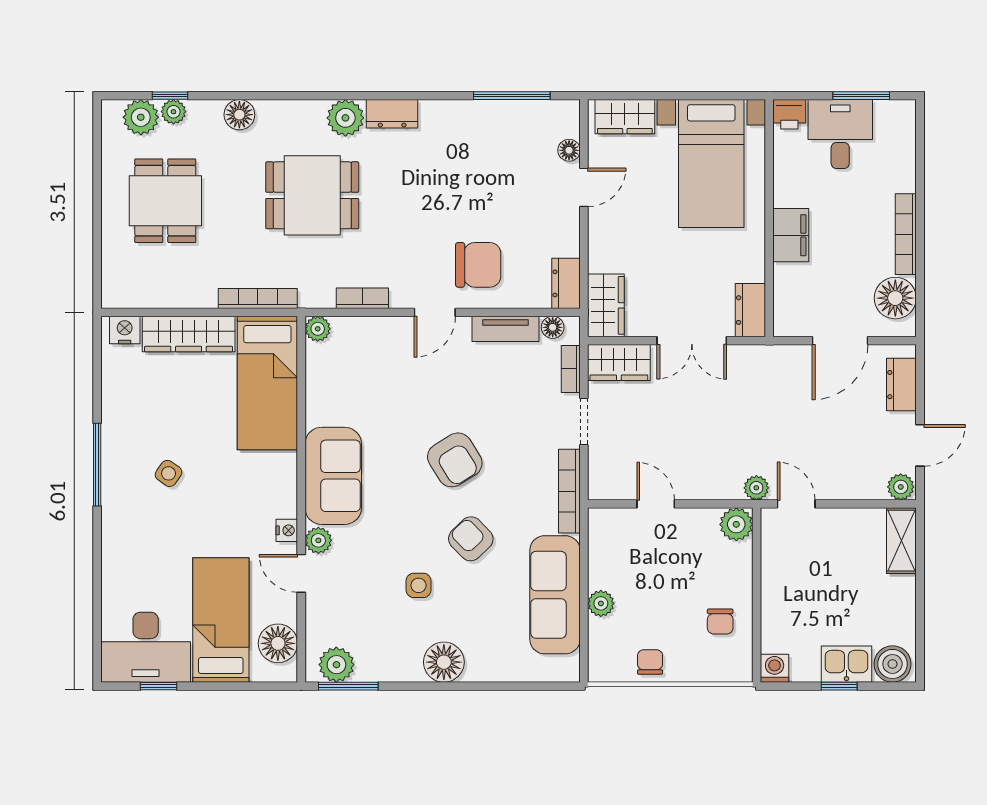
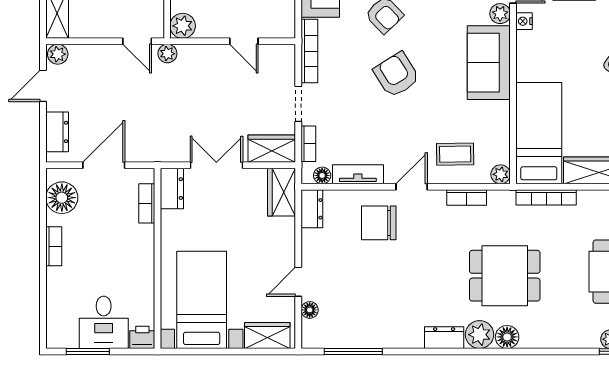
floor lamp: (239, 115) -> (507, 337), moved
bookcase: (906, 234) -> (54, 246), width x0.64
filing cabinet: (791, 235) -> (141, 245), removed
bookcase: (783, 290) -> (147, 203), added
coffee table: (378, 355) -> (455, 154), added

